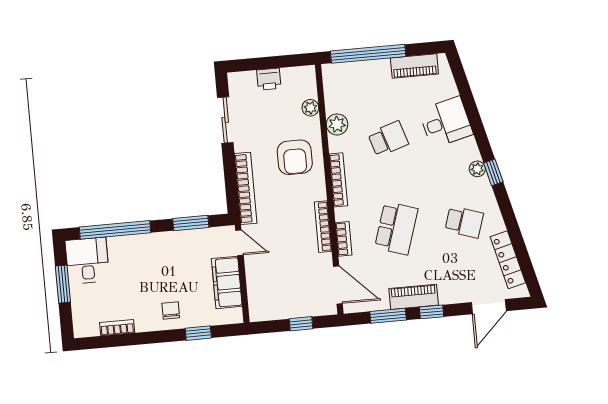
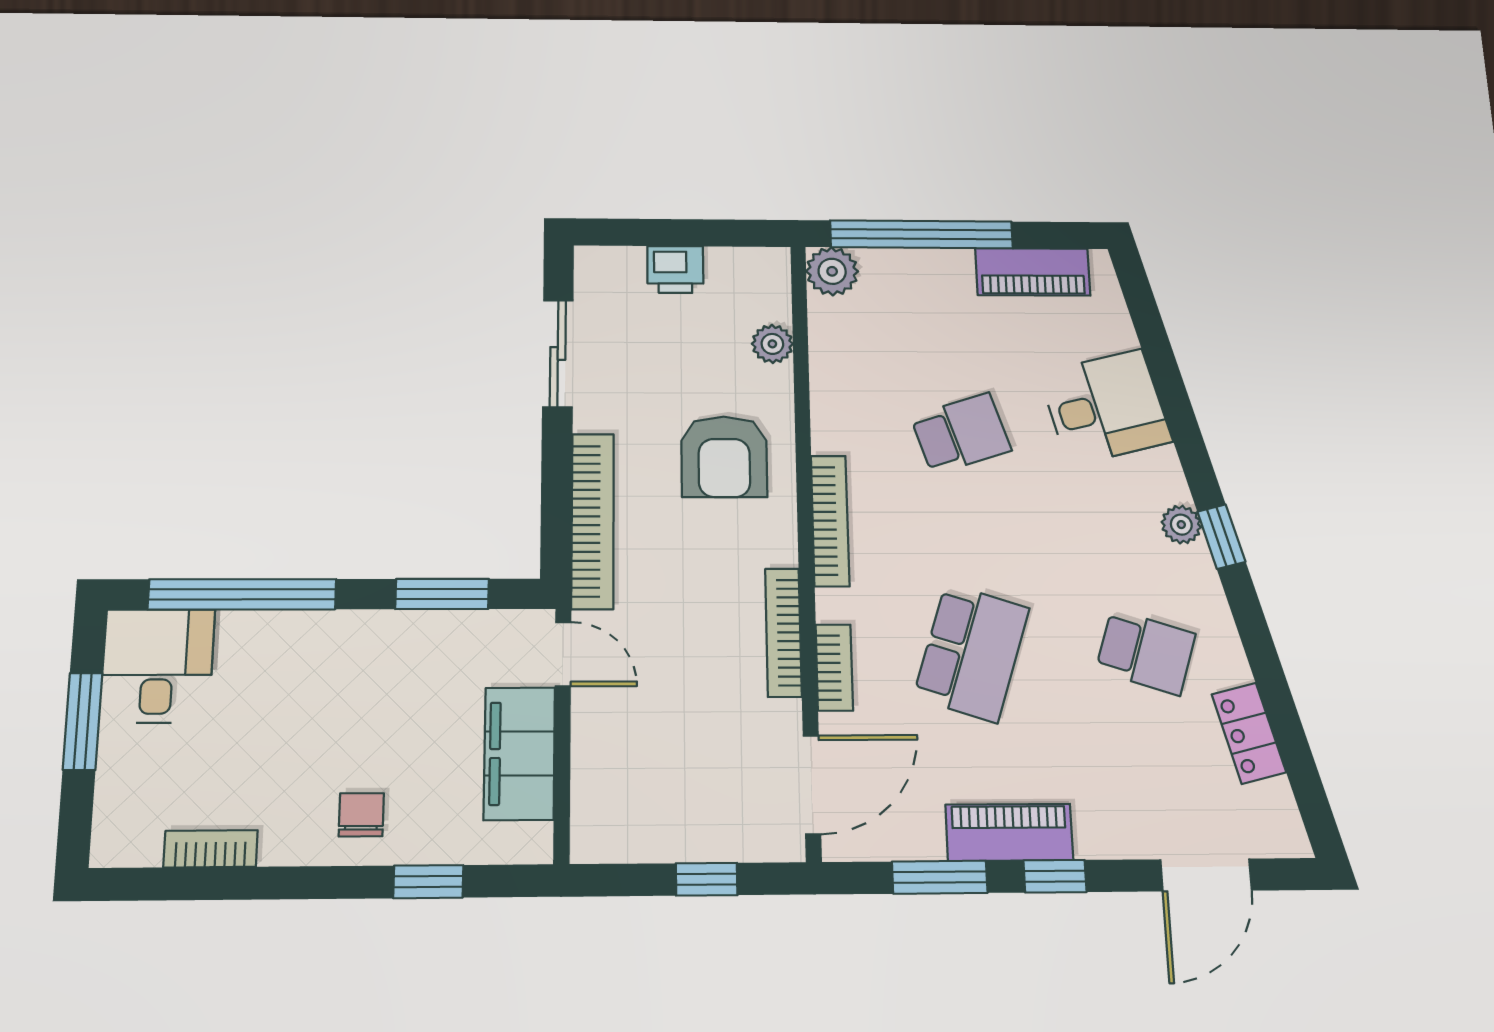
plant: (337, 124) -> (832, 271), moved
locker: (508, 260) -> (1249, 733), width x0.66
door: (338, 285) -> (812, 785), hinge flipped

